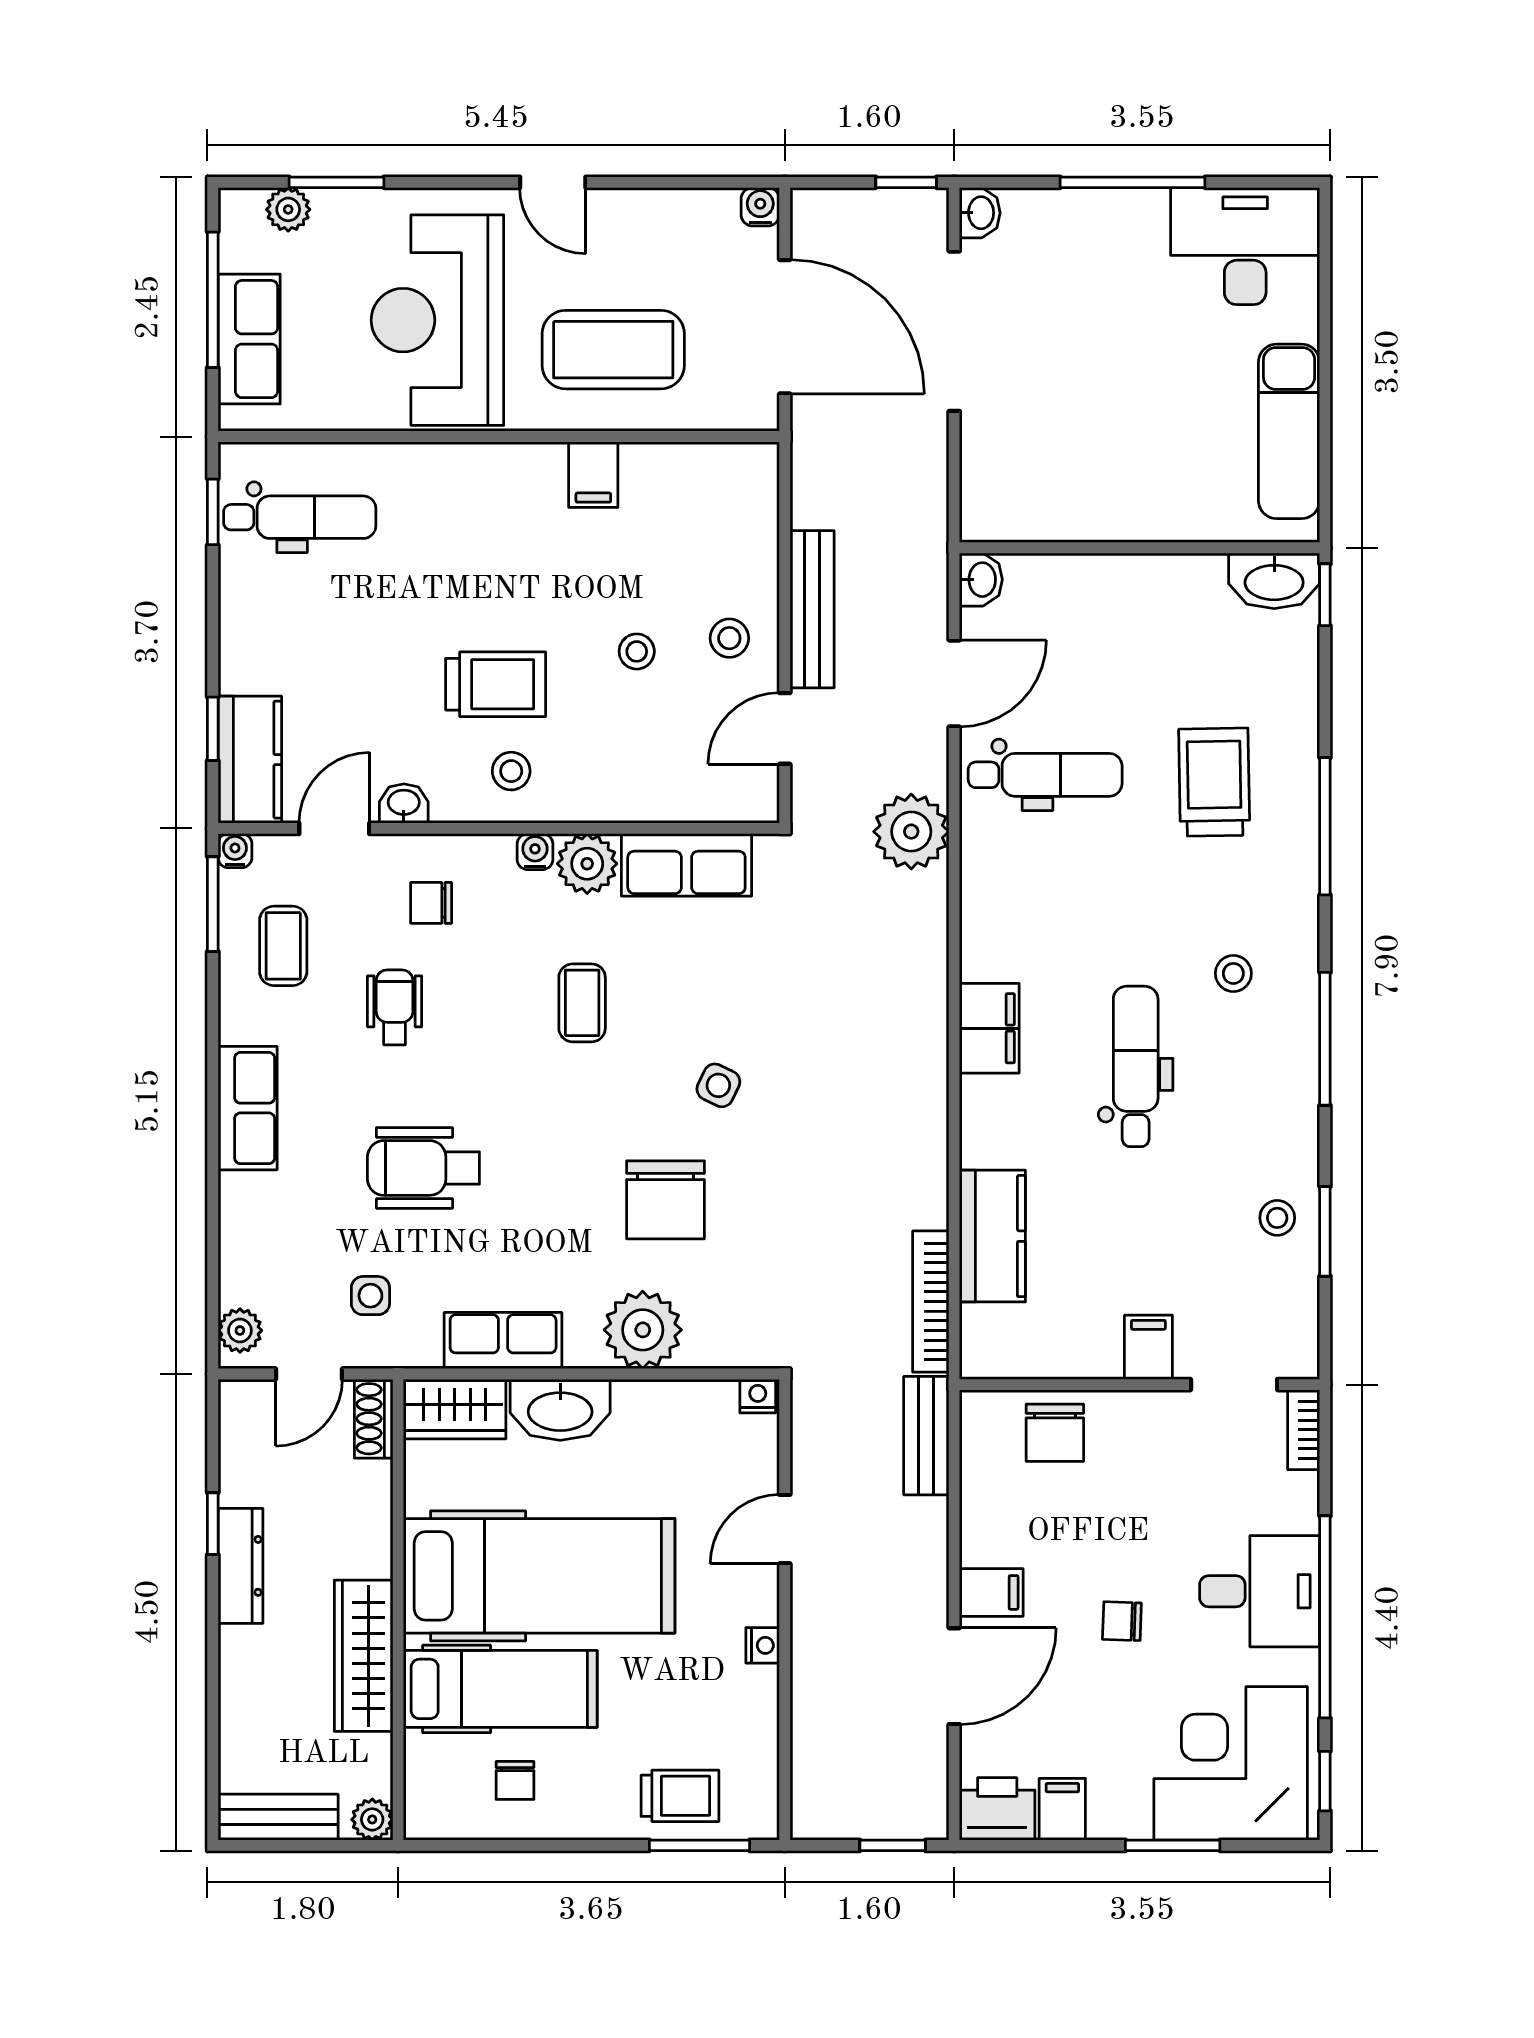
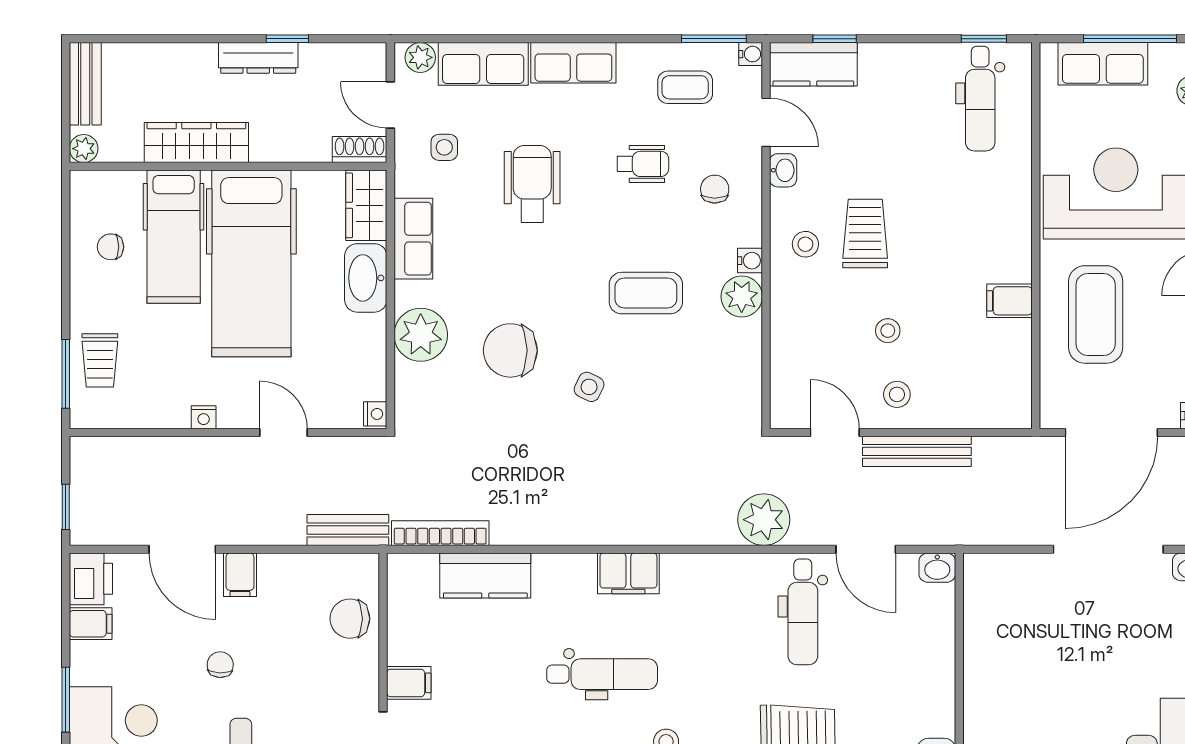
trolley: (496, 684) -> (865, 234), turned 180
row of seats: (686, 865) -> (483, 64), moved, turned -90
coffee table: (582, 1003) -> (646, 293), width x1.36, depth x1.30

